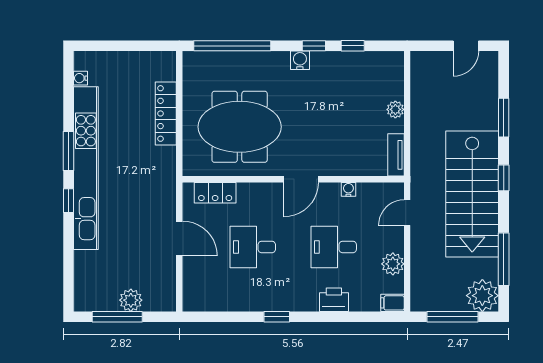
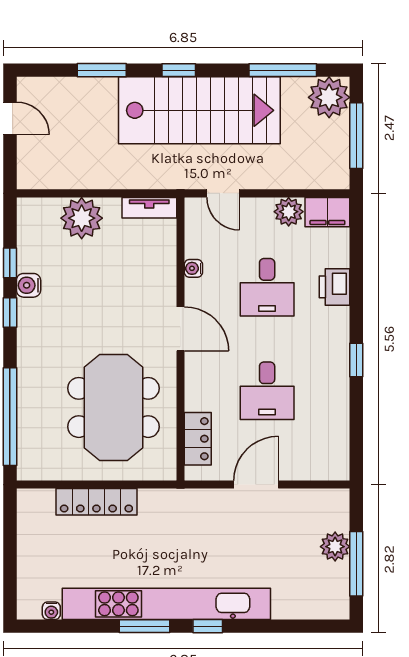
water cooler: (300, 60) -> (29, 285), moved
plant: (395, 109) -> (82, 218), width x1.87, depth x1.87
filing cabinet: (392, 303) -> (327, 212), width x2.00

